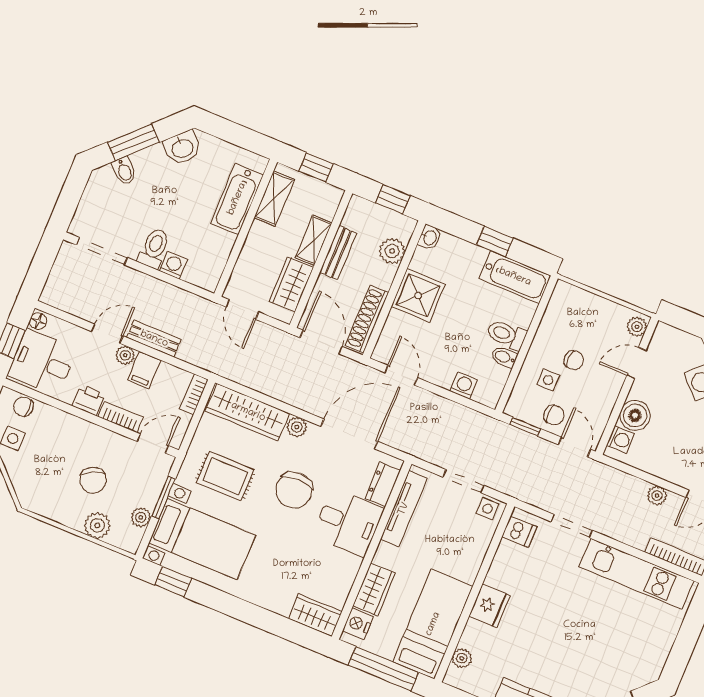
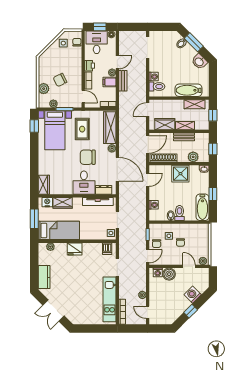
toilet: (154, 248) -> (157, 86), moved
door: (107, 334) -> (117, 62), hinge flipped
window: (383, 669) -> (34, 219), width x0.69

